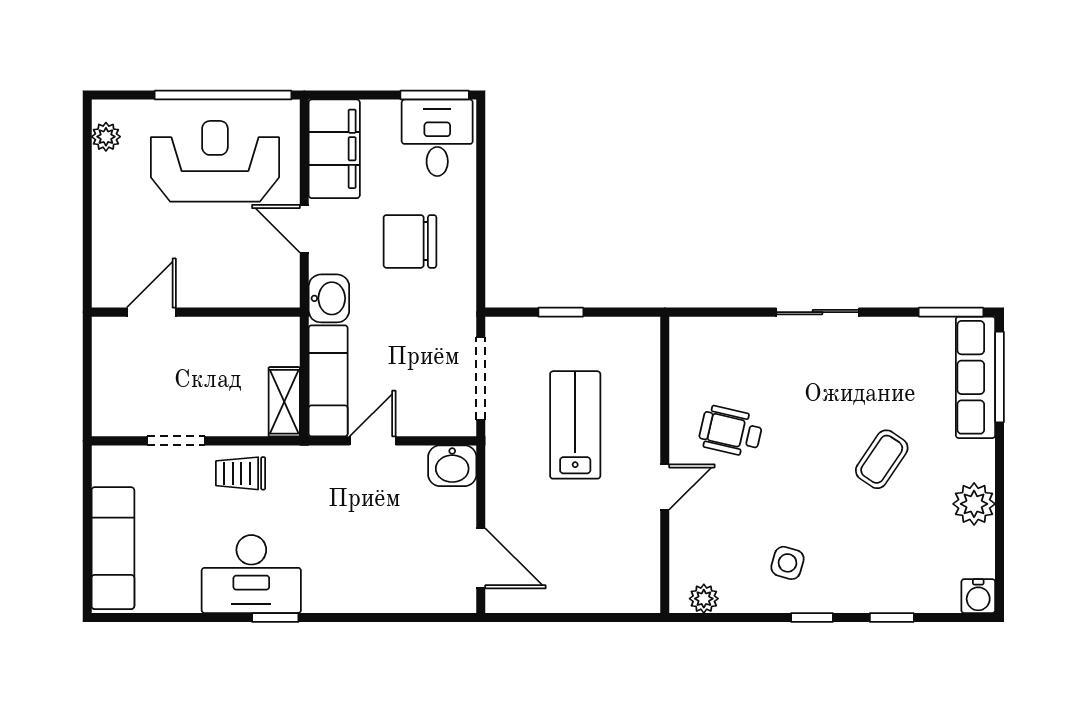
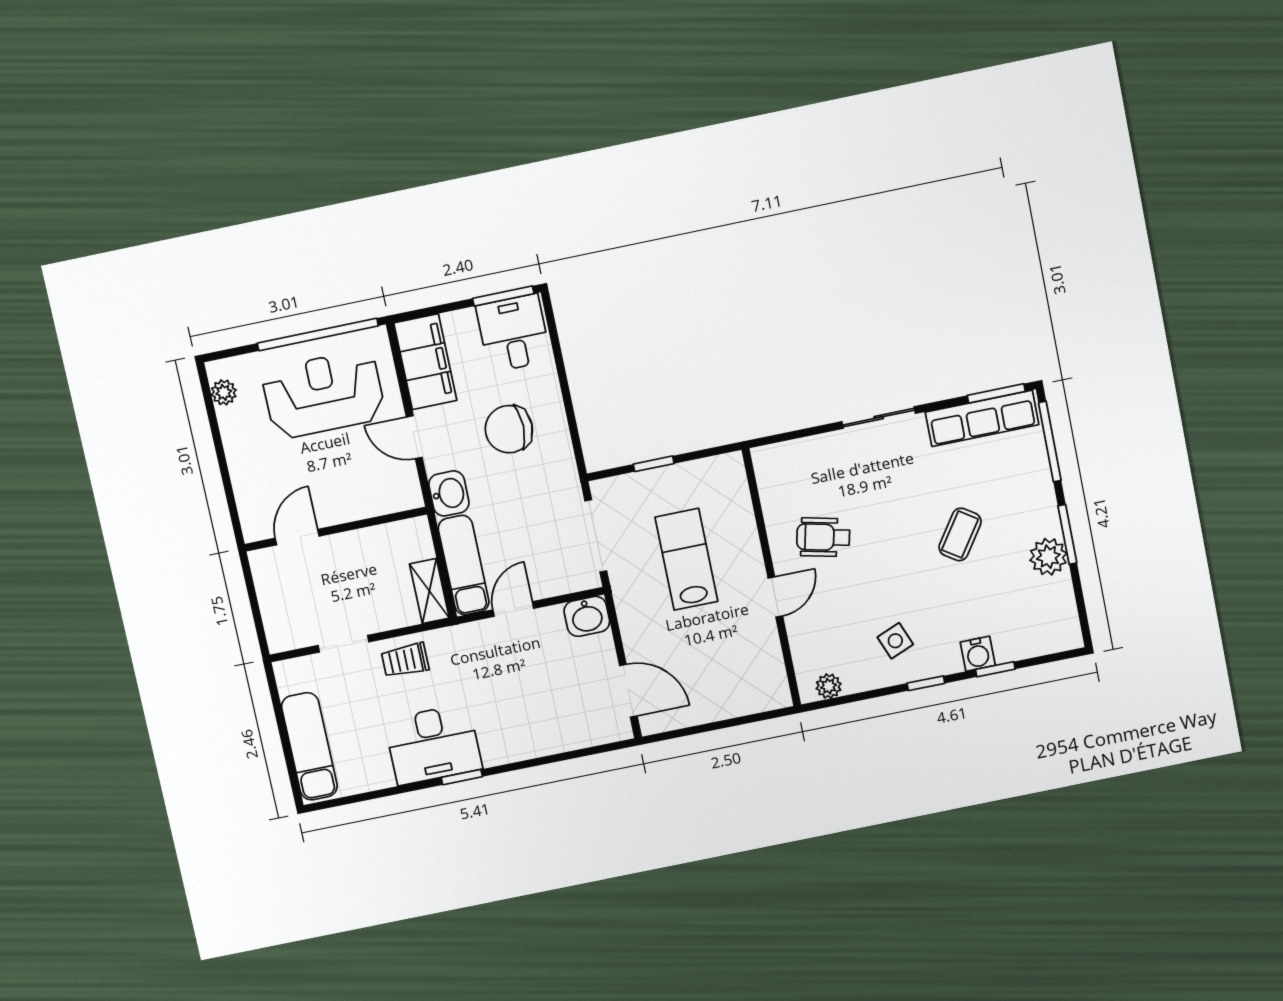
row of seats: (975, 377) -> (982, 418), moved, turned -90
window: (1000, 483) -> (1067, 534), added
side table: (788, 563) -> (895, 641), turned -38
water cooler: (978, 596) -> (978, 654), moved

